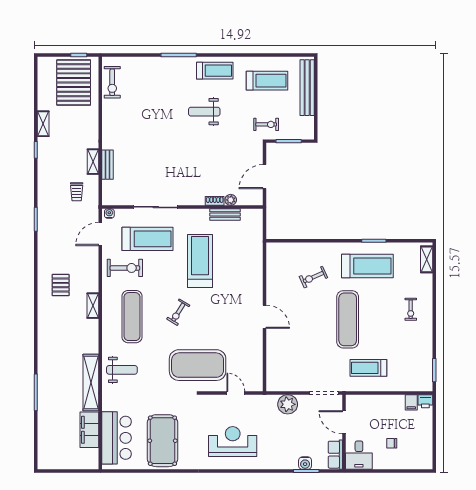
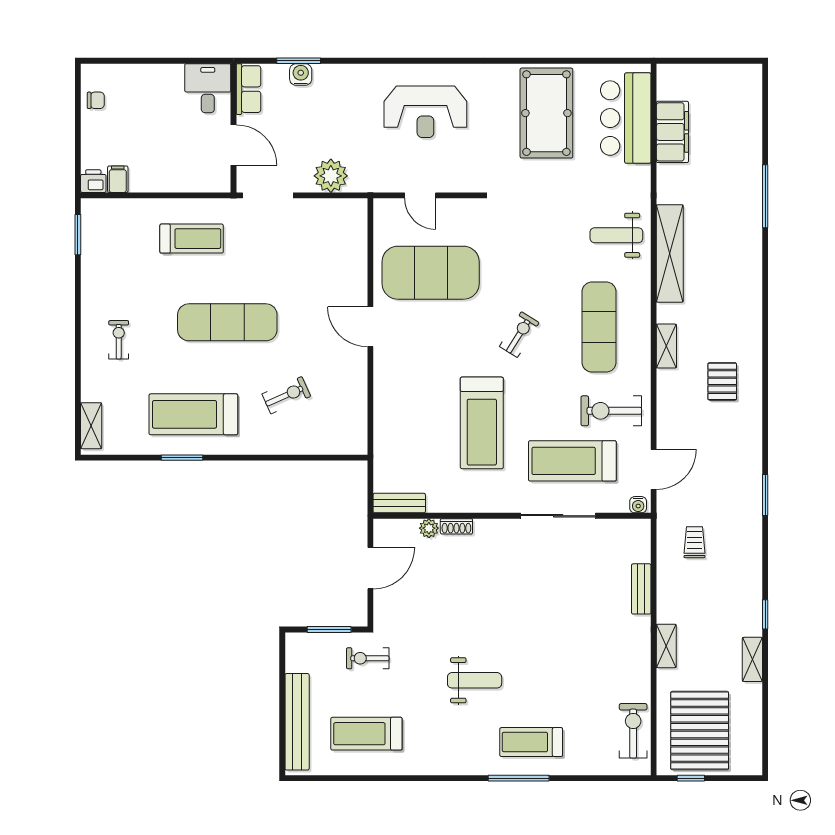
treadmill: (215, 71) -> (531, 742), moved
shelving: (93, 162) -> (666, 646), moved
bench: (225, 214) -> (399, 503), moved
exercise mat: (348, 319) -> (227, 322), turned 90
exercise mat: (198, 365) -> (431, 273), moved
shelving: (91, 383) -> (670, 253), moved
chair: (392, 443) -> (96, 100), moved

